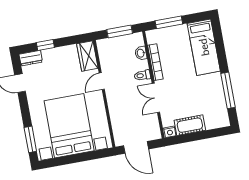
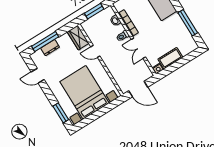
window: (45, 45) -> (45, 41), width x2.17
dresser: (31, 58) -> (50, 48), moved
door: (102, 81) -> (95, 51), hinge flipped

